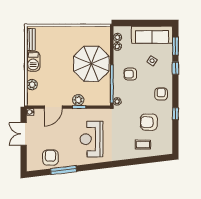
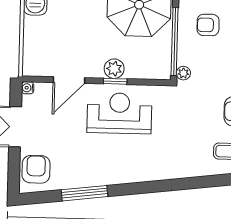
plant: (32, 85) -> (32, 39), removed
reception desk: (92, 139) -> (119, 113), moved, turned 90
armchair: (50, 158) -> (36, 169), moved

